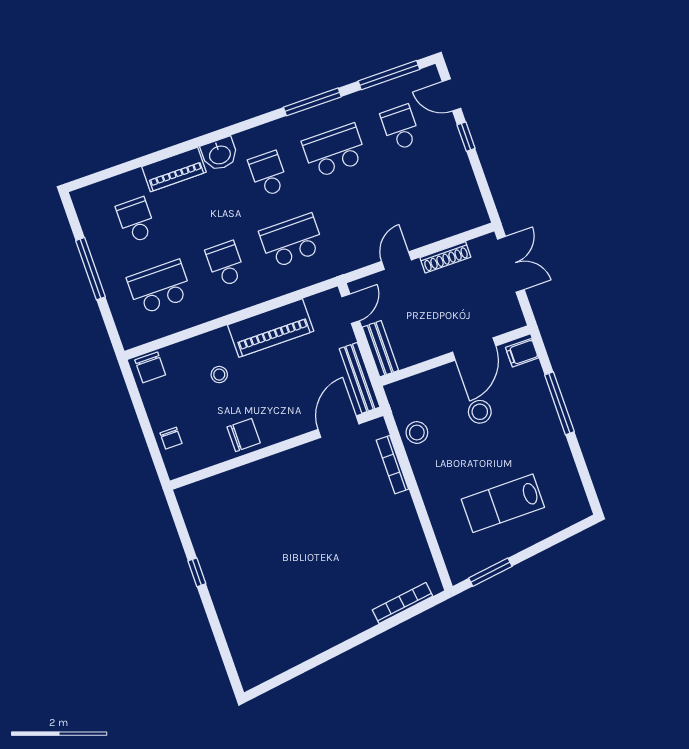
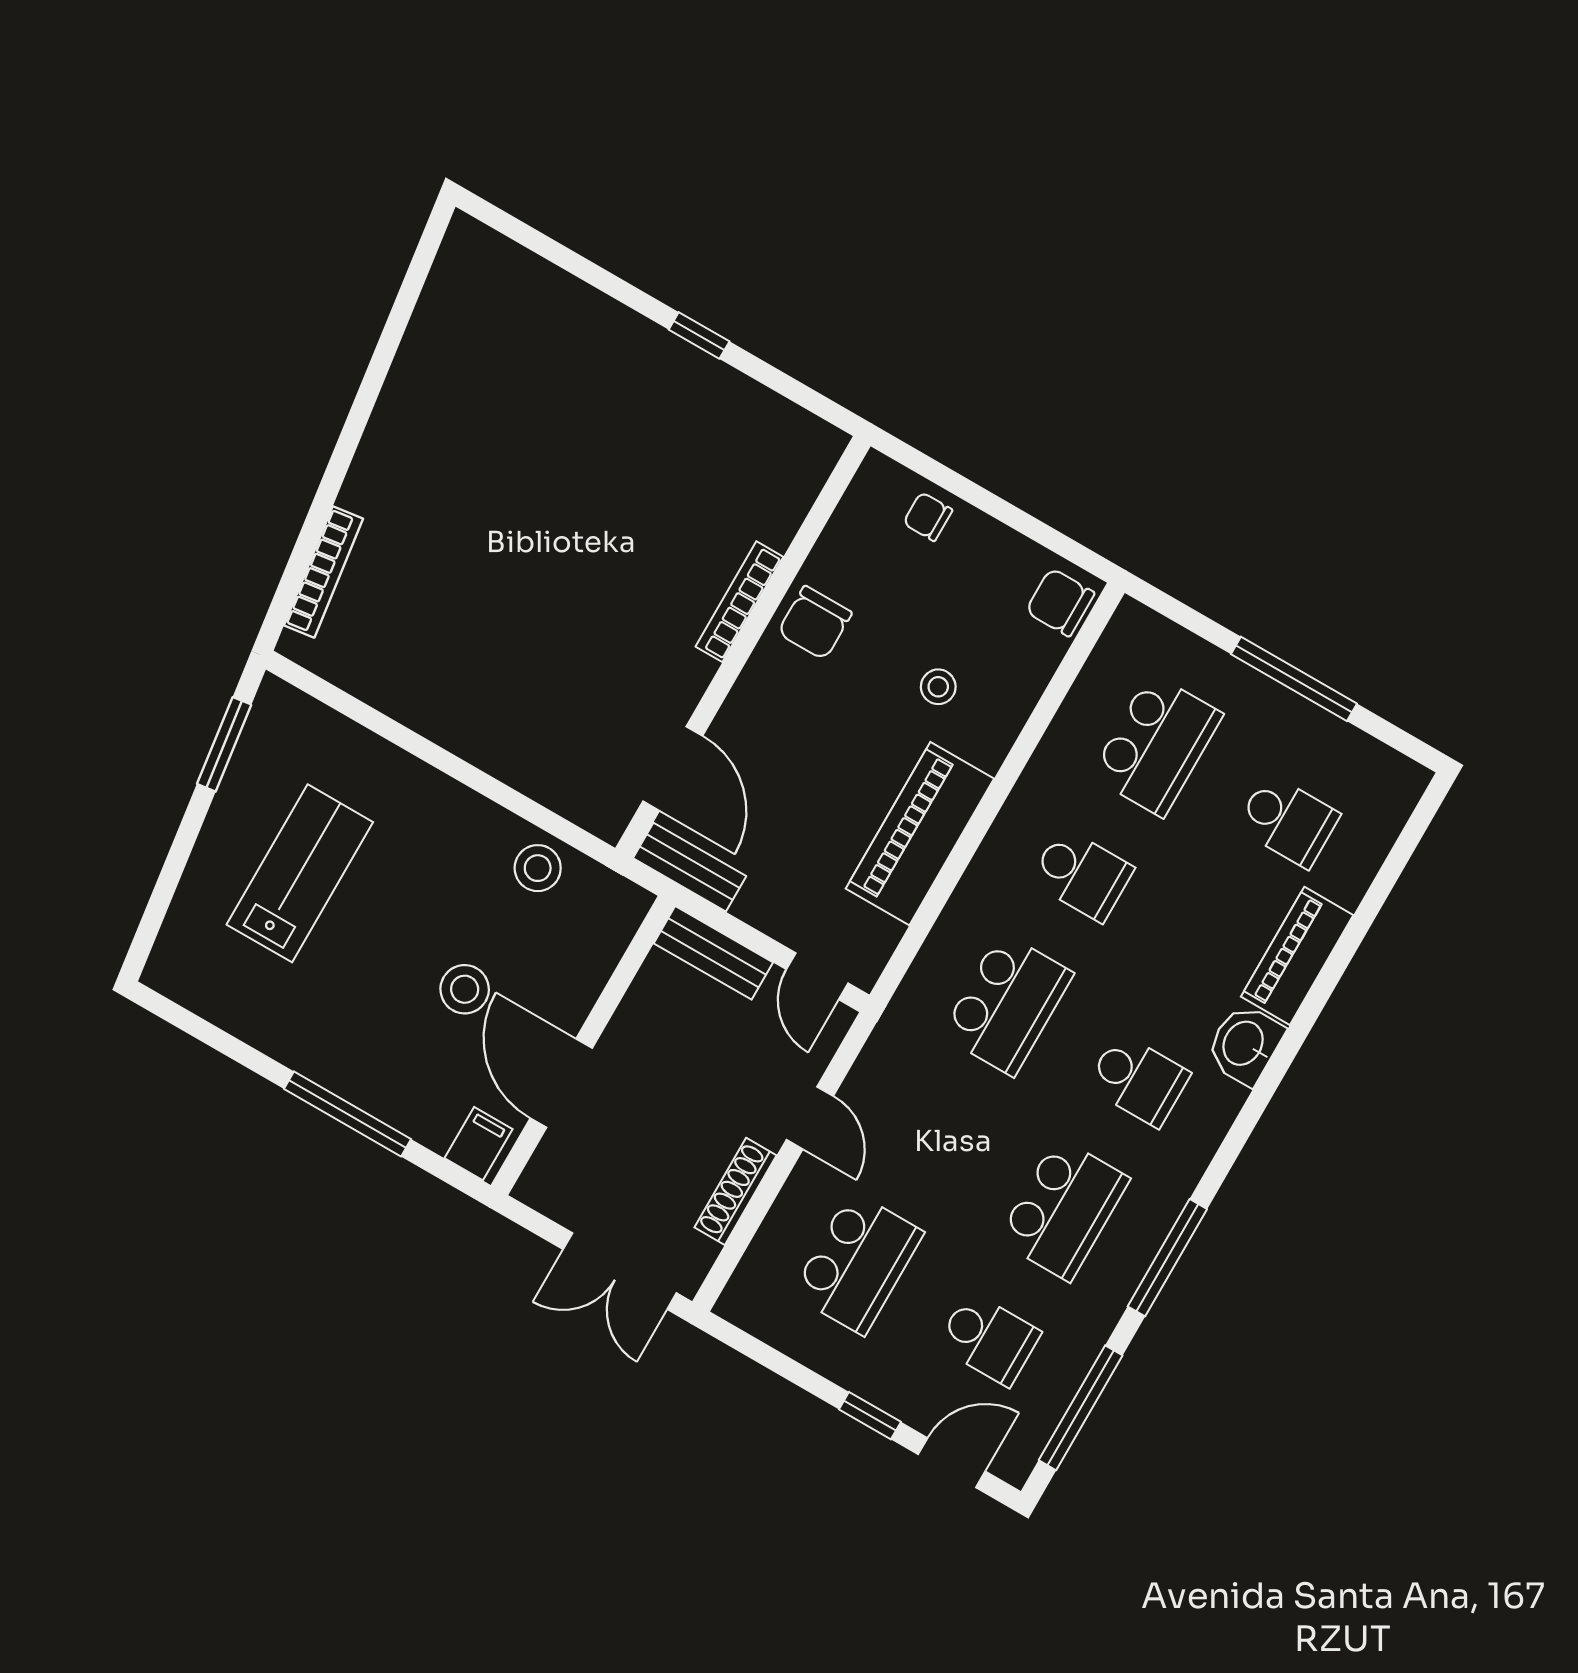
school desk: (424, 195) -> (858, 1263), added
bench: (360, 378) -> (690, 867), width x0.73
bookcase: (392, 465) -> (739, 602), moved, turned -90

